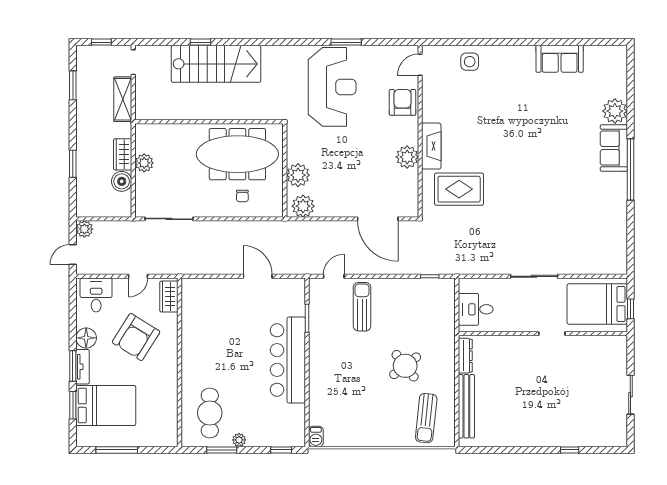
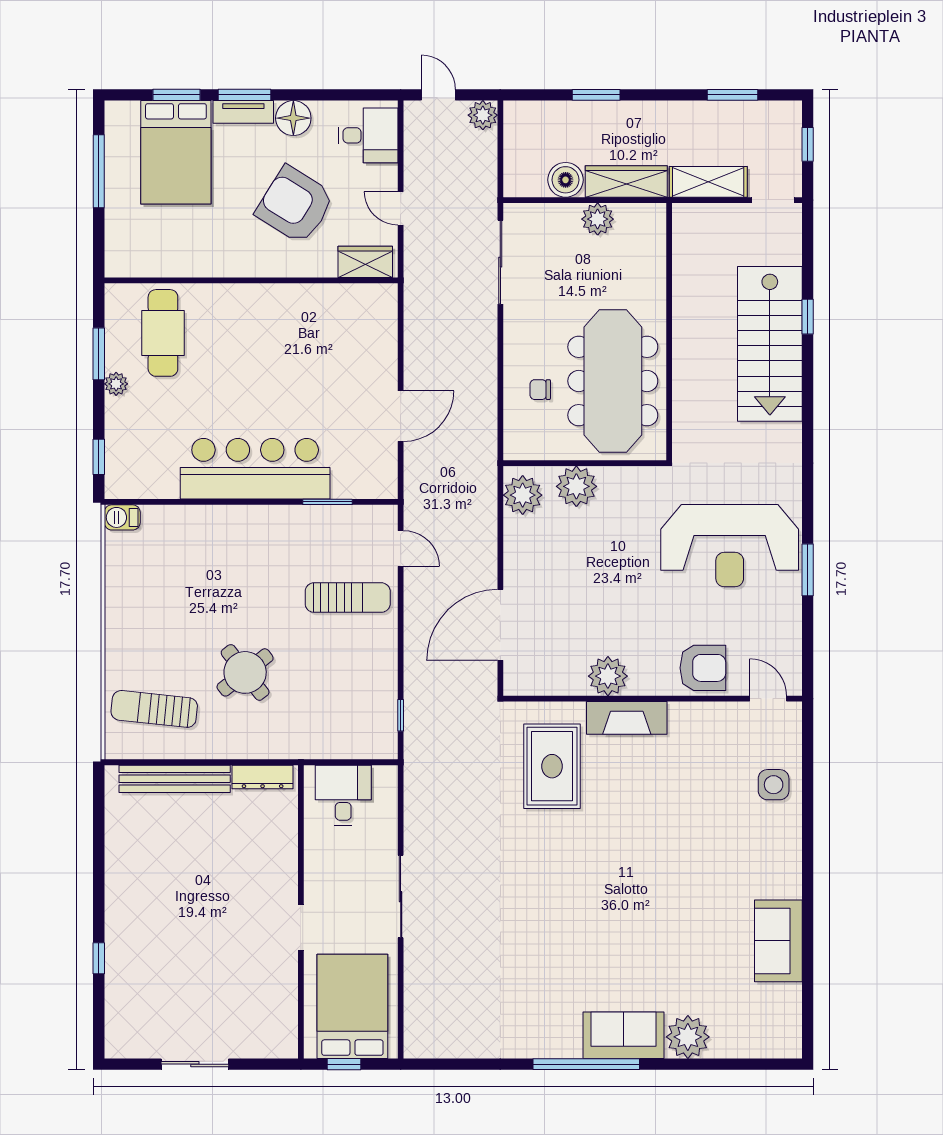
wardrobe: (123, 154) -> (626, 182), width x1.50
cafe table: (210, 413) -> (163, 333), turned 90

